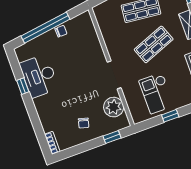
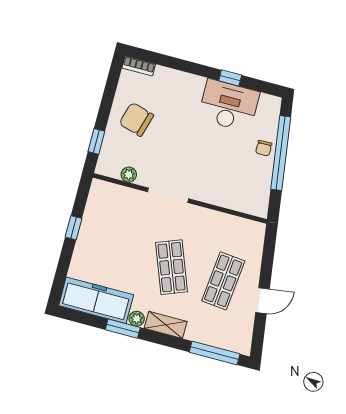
chair: (61, 31) -> (264, 148), moved
checkout: (156, 93) -> (112, 230), removed
plant: (114, 107) -> (129, 175), width x0.53, depth x0.53
chair: (84, 123) -> (136, 119), width x1.87, depth x1.87

